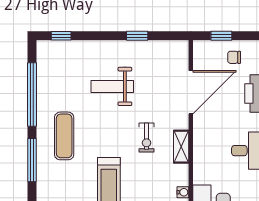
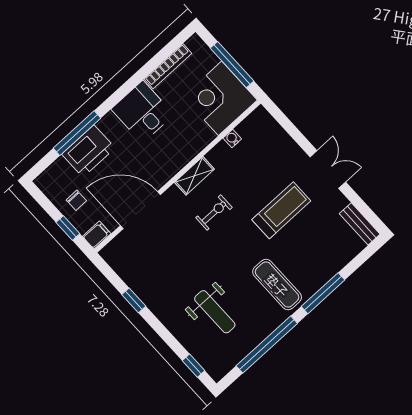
filing cabinet: (200, 50) -> (97, 235), added
weight bench: (112, 86) -> (215, 312), moved
exercise mat: (64, 136) -> (277, 285), turned 90

